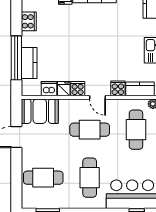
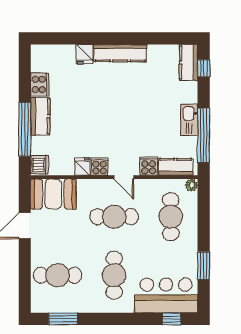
kitchen counter: (29, 63) -> (40, 116), moved
dishwasher: (49, 89) -> (40, 165), moved, turned 90

